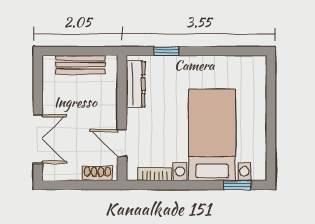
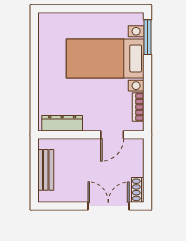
window: (166, 51) -> (34, 97), removed
shoe rack: (97, 173) -> (138, 190), moved
window: (237, 185) -> (147, 37), width x1.50

